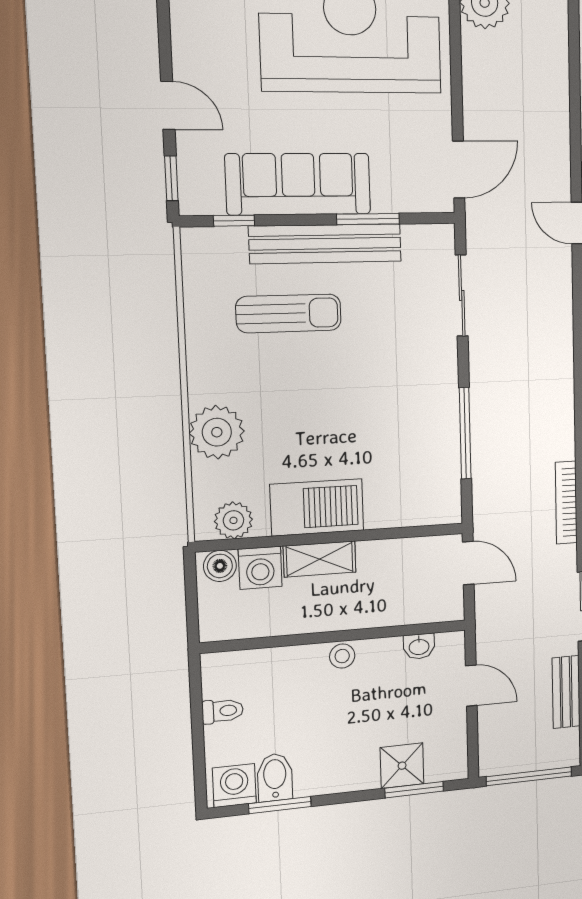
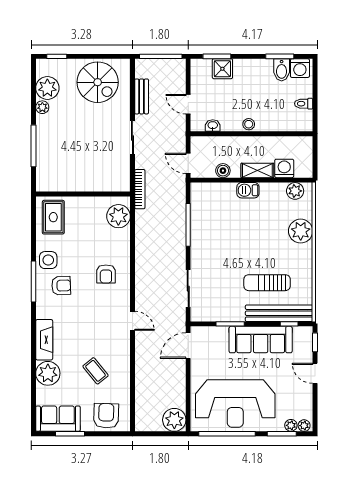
bench: (326, 244) -> (279, 313), moved
barbecue: (317, 507) -> (248, 190), width x0.53, depth x0.65
boiler: (220, 566) -> (223, 171), moved

